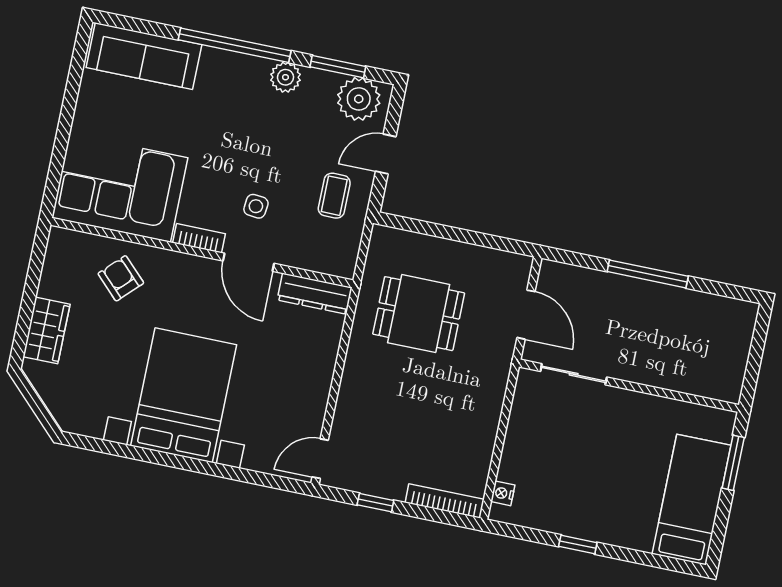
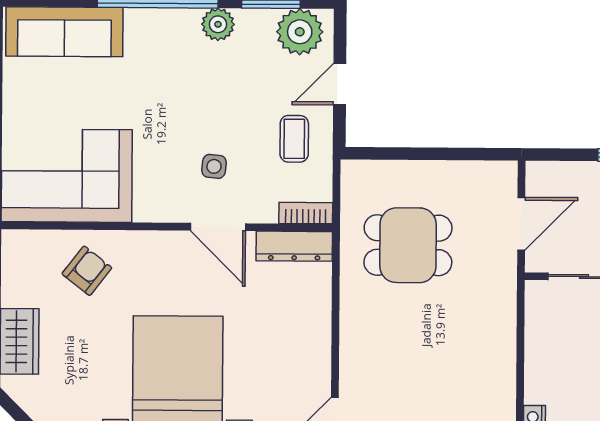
bookcase: (199, 238) -> (306, 213), moved
armchair: (121, 278) -> (87, 271), turned 83
door: (526, 315) -> (521, 224), hinge flipped

